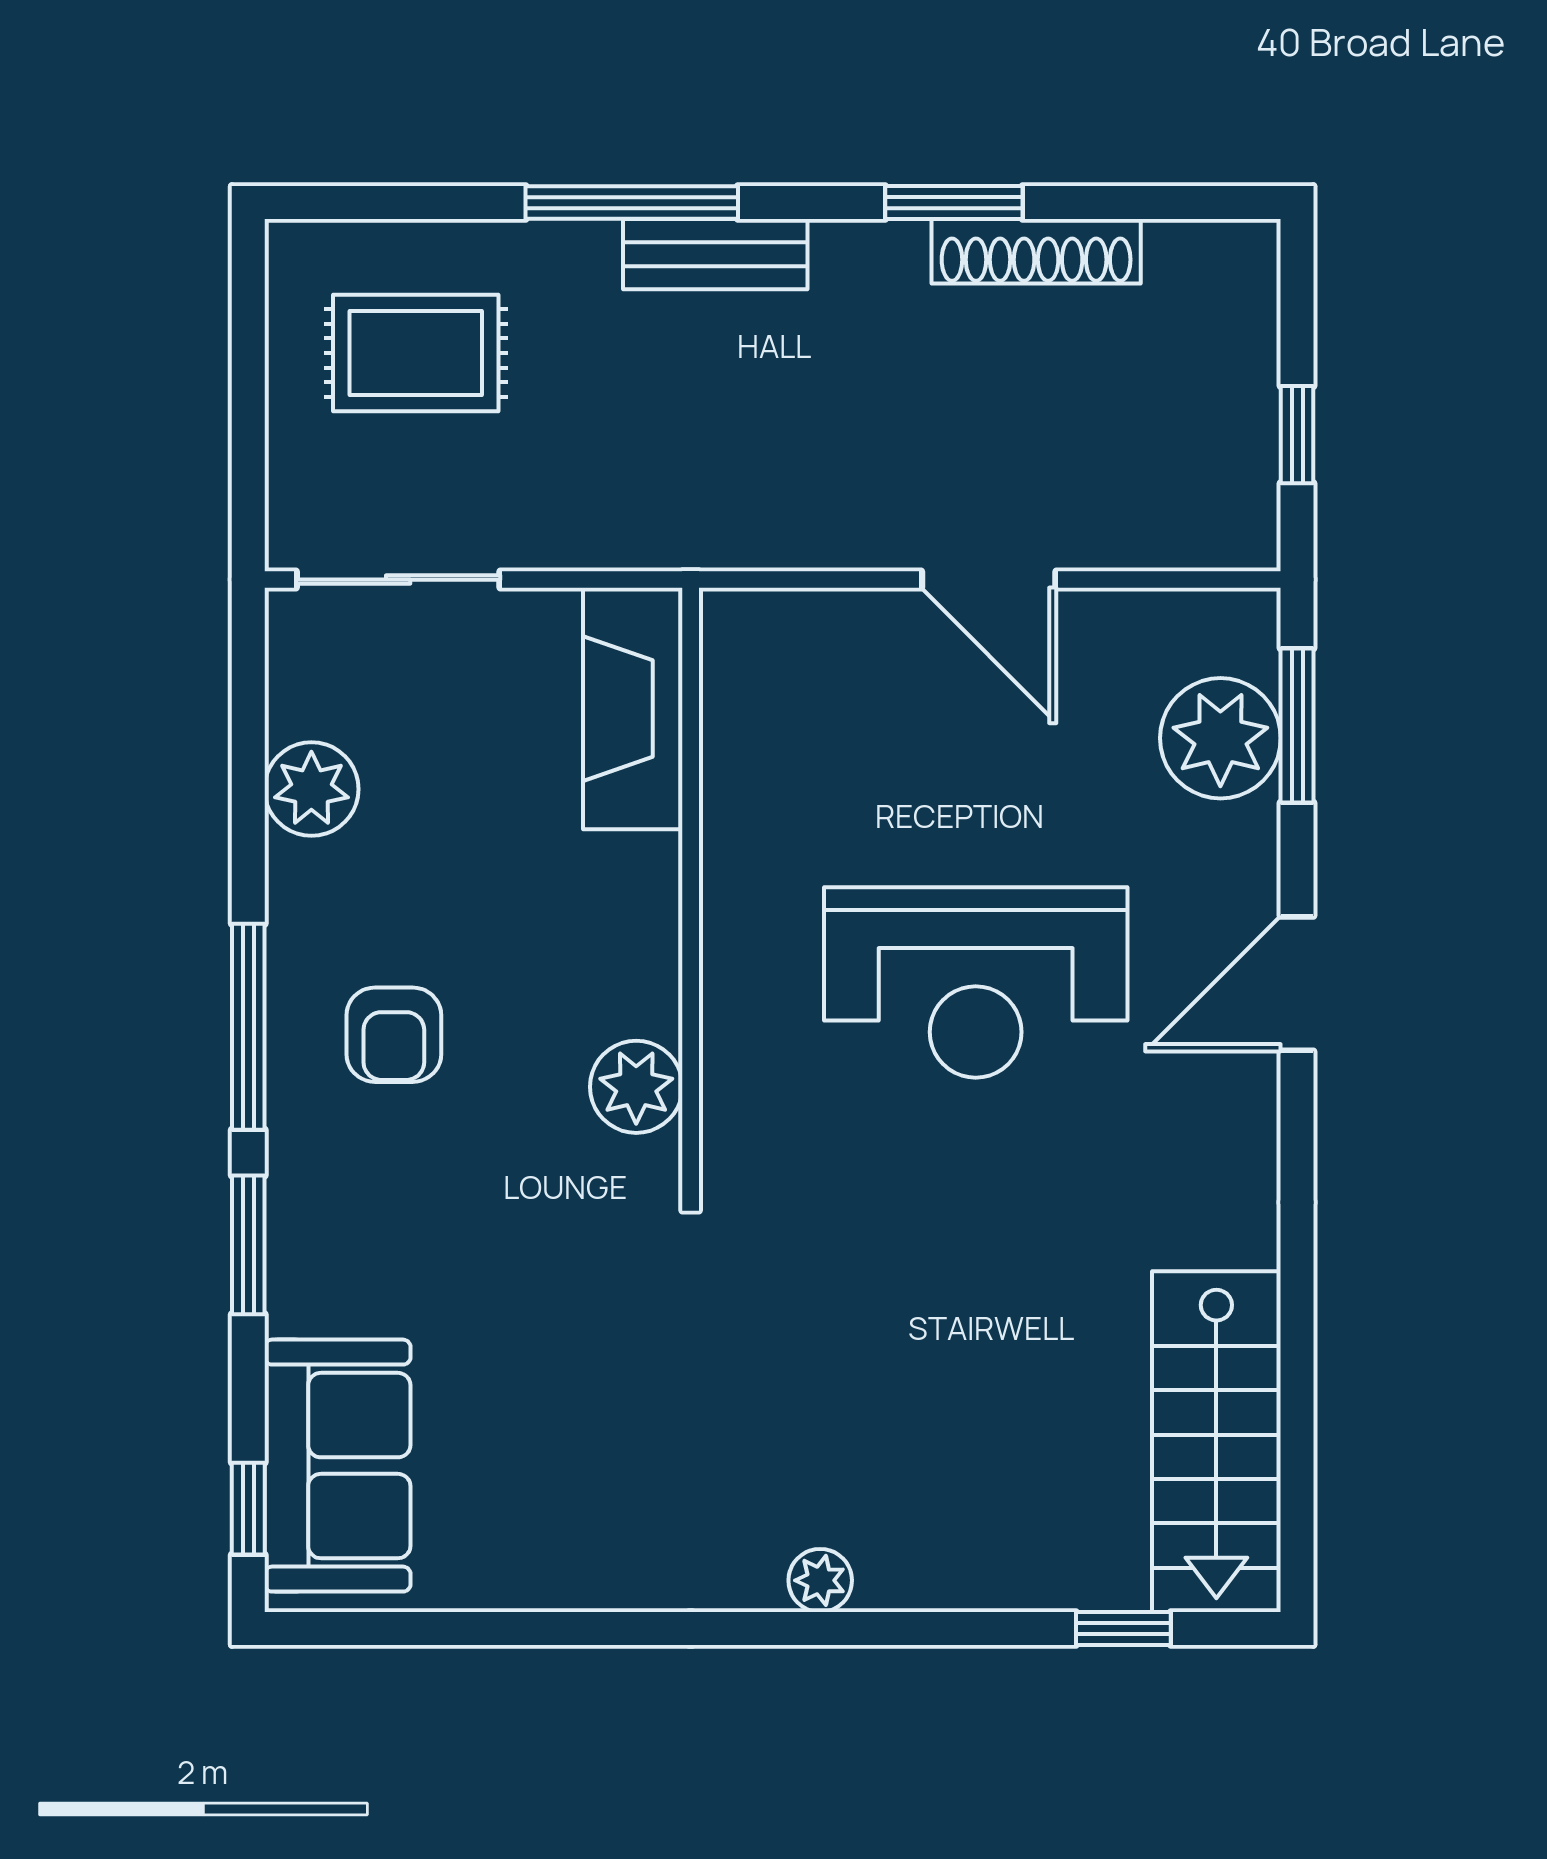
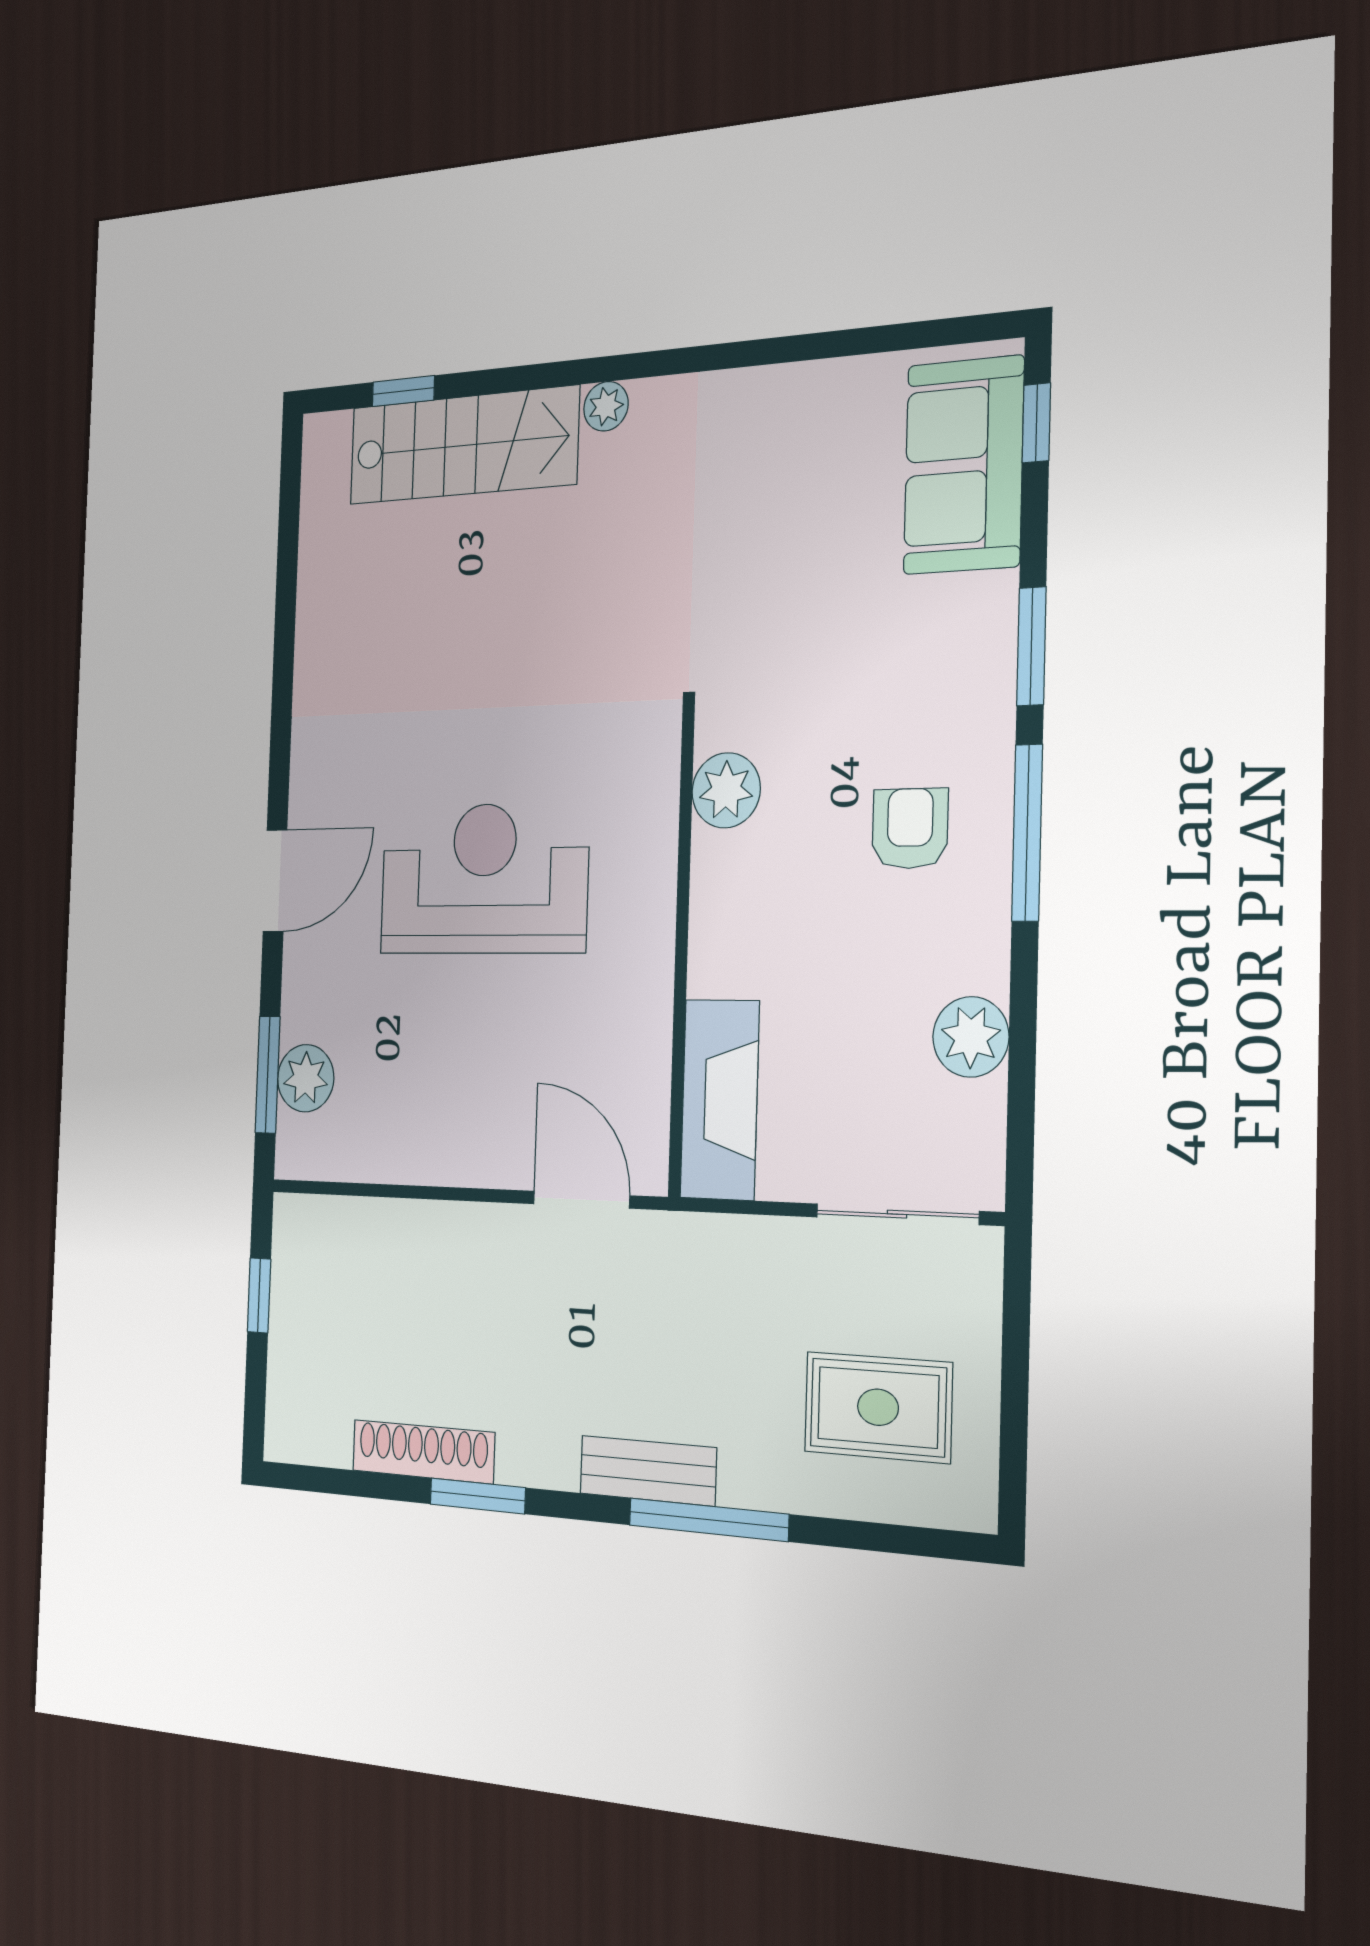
door: (989, 580) -> (581, 1200), moved
plant: (1220, 738) -> (306, 1078), width x0.73, depth x0.73
stairs: (1216, 1442) -> (463, 446), moved, turned 90

